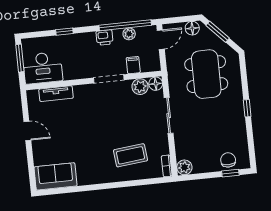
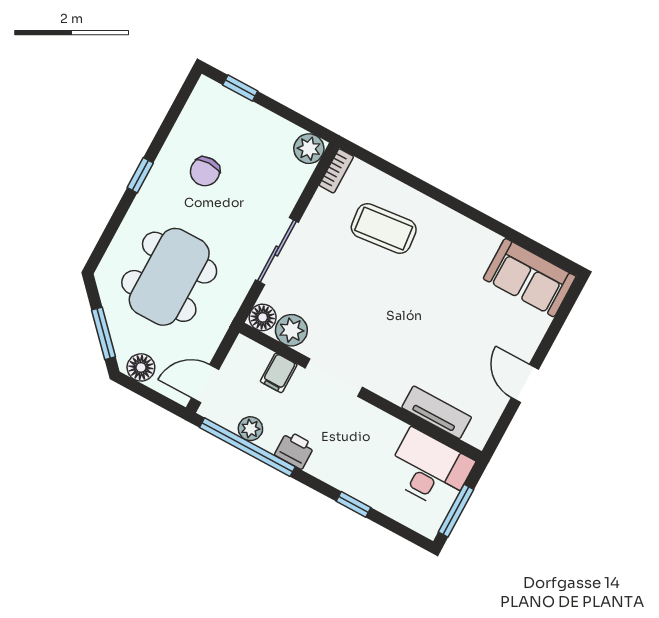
chair: (228, 160) -> (205, 171), moved

